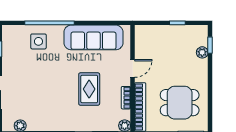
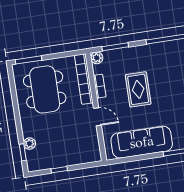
door: (133, 68) -> (97, 117), swing flipped
dining table: (180, 103) -> (45, 89), width x1.38

